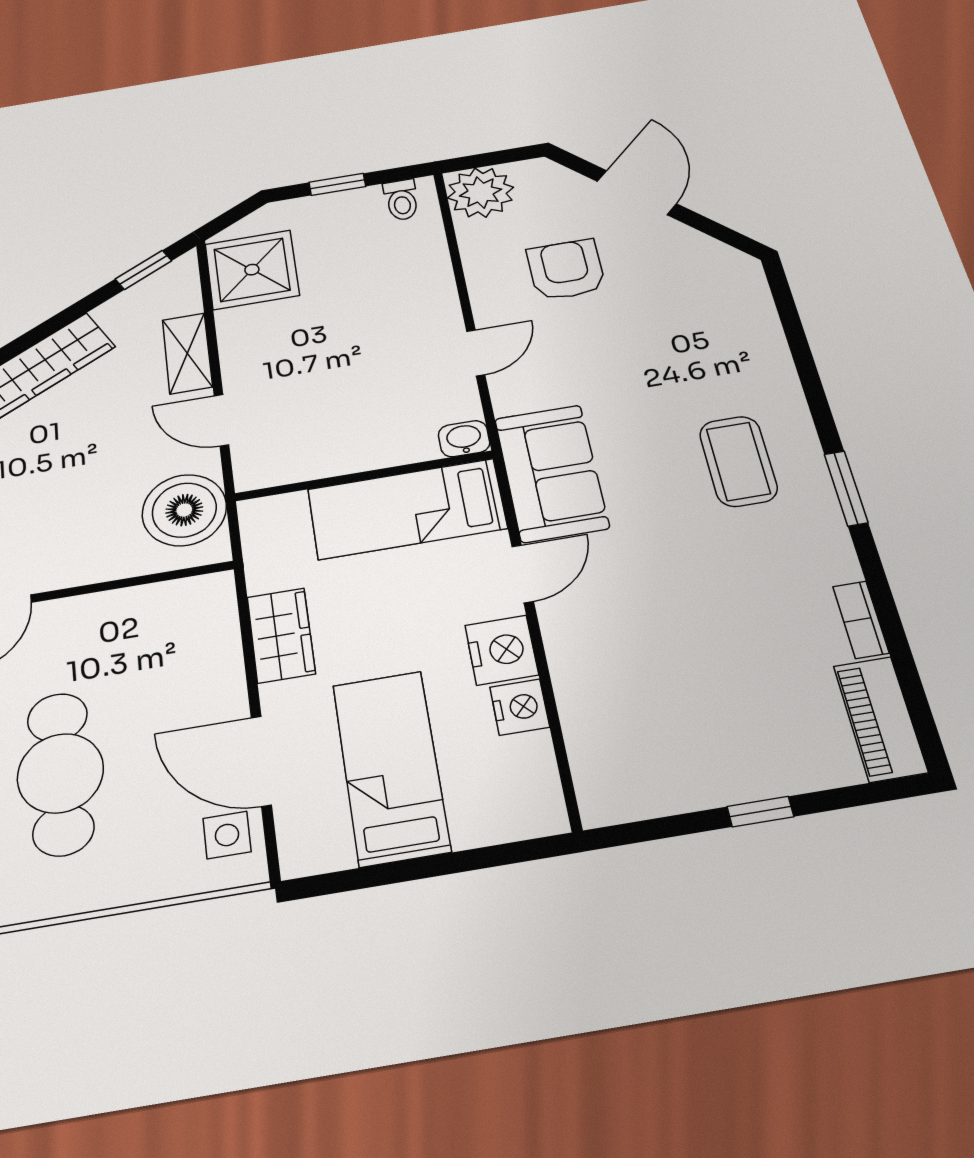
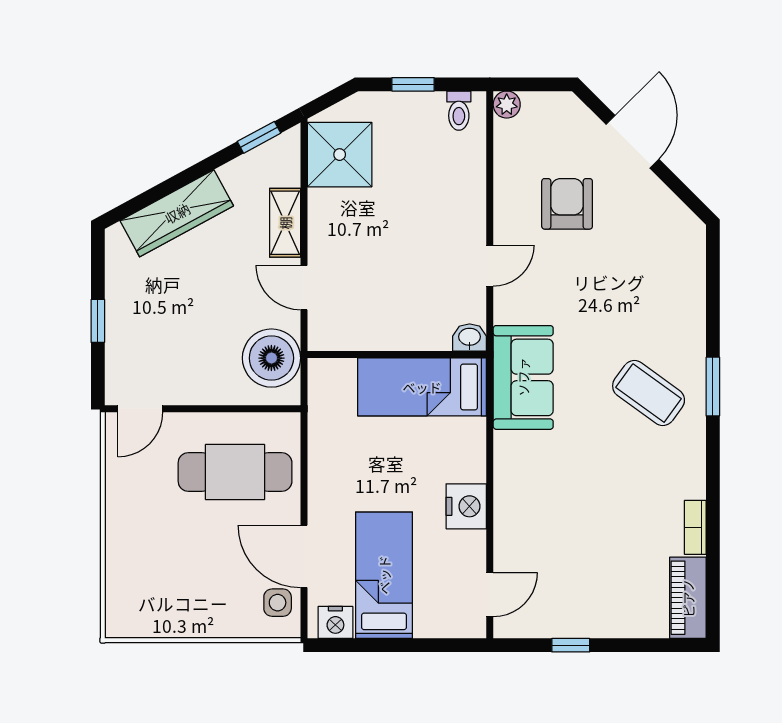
plant: (481, 193) -> (507, 105), width x0.53, depth x0.53
coffee table: (738, 461) -> (649, 393), turned -54
window: (846, 488) -> (713, 387), moved
door: (523, 574) -> (490, 595), moved
wardrobe: (281, 635) -> (326, 469), removed
nightstand: (520, 707) -> (335, 622), moved, turned 90
cafe table: (60, 773) -> (235, 472), moved, turned 90
window: (760, 812) -> (571, 645), moved

